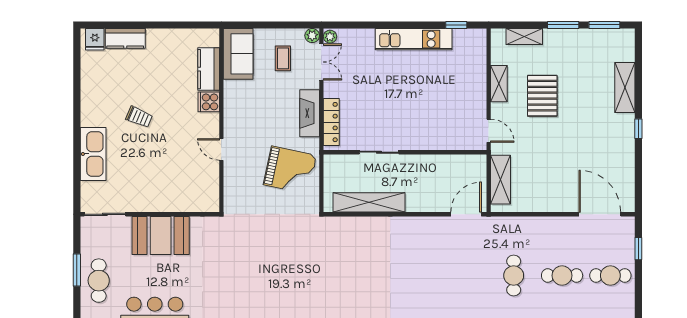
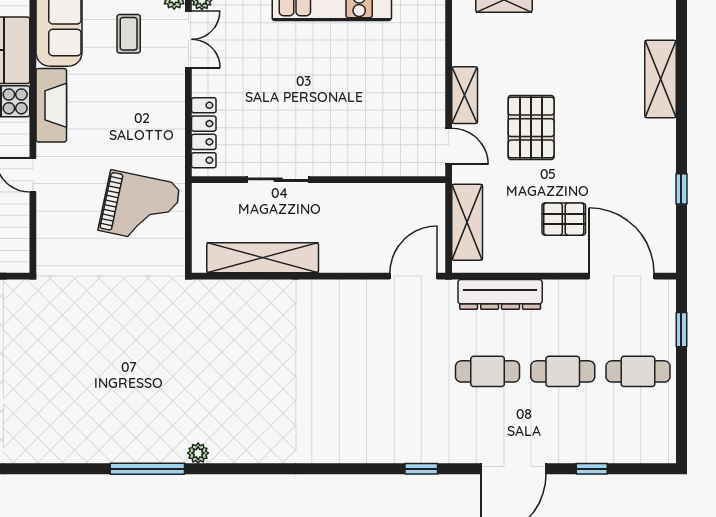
shelving: (499, 84) -> (465, 95), moved
pallet: (542, 96) -> (531, 128), moved
fireplace: (310, 113) -> (51, 105), moved, turned 180
window: (638, 129) -> (681, 189), moved
pallet: (563, 178) -> (564, 219), added
dresser: (522, 226) -> (500, 294), added
cafe table: (514, 276) -> (488, 371), turned 90

